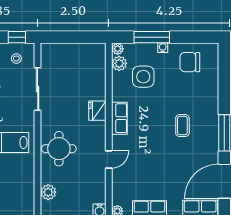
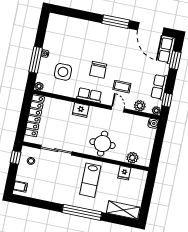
locker: (77, 51) -> (35, 116), added
chair: (190, 62) -> (98, 70), moved
plant: (119, 63) -> (140, 106), moved
coffee table: (182, 126) -> (122, 87), moved
fridge: (26, 186) -> (124, 173), added

